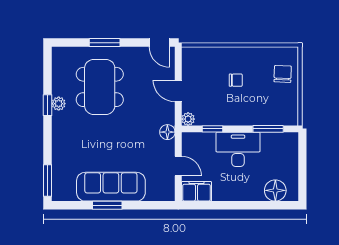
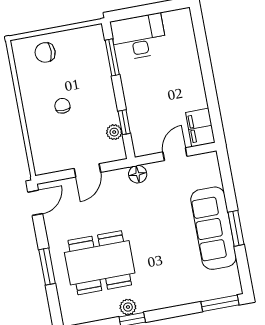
plant: (188, 119) -> (114, 132), moved
desk: (238, 149) -> (139, 37), moved, turned 90
floor lamp: (275, 190) -> (182, 36), removed

